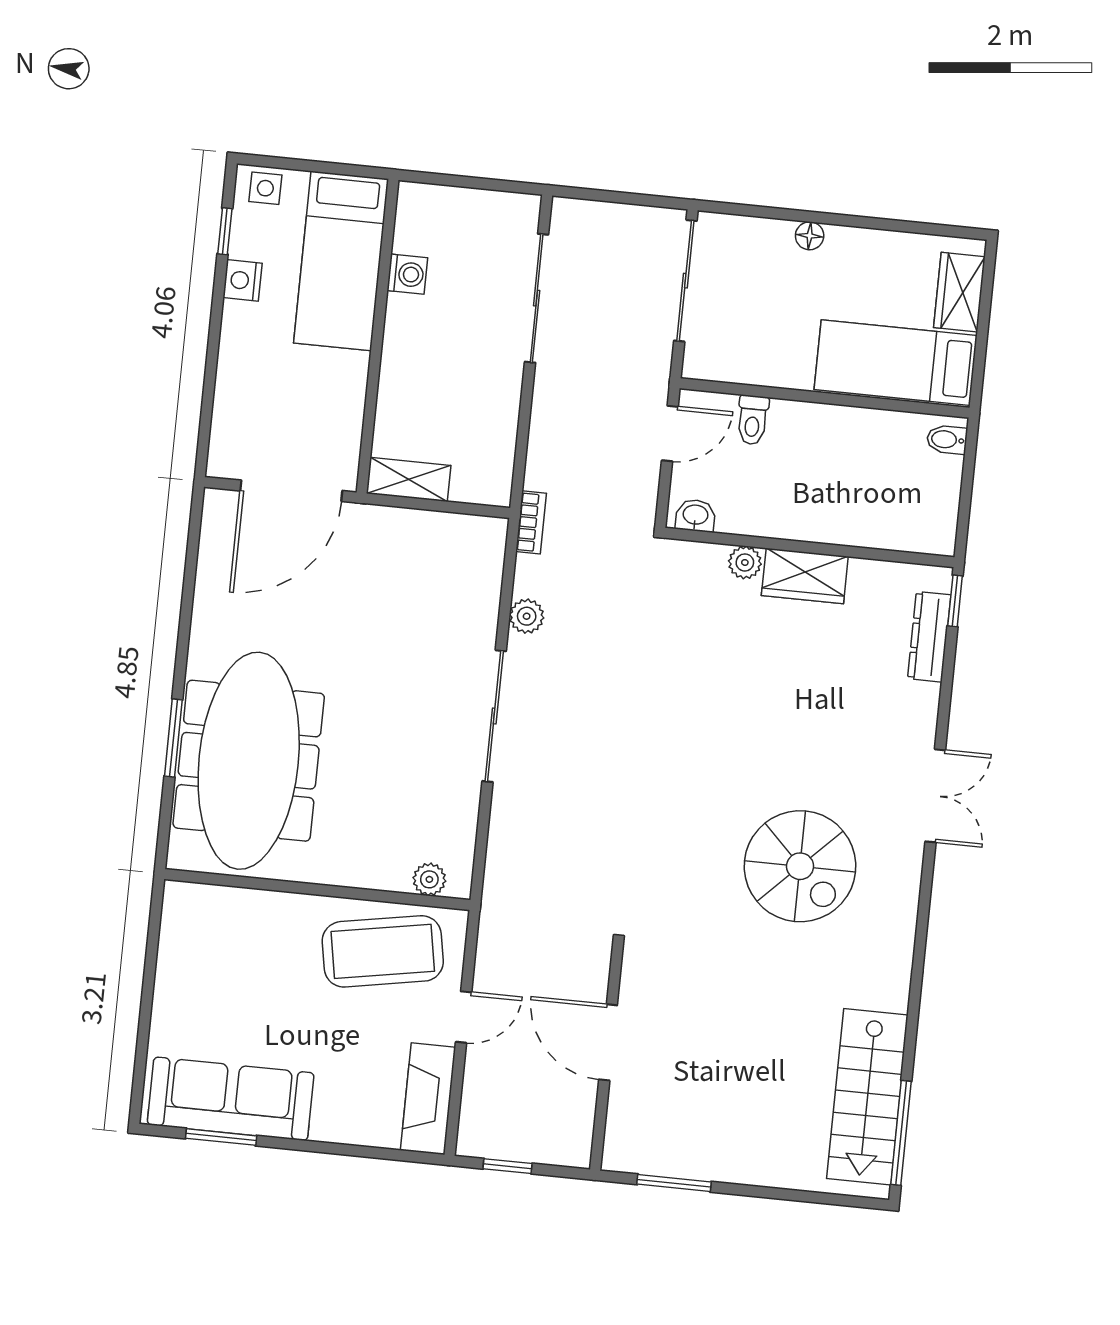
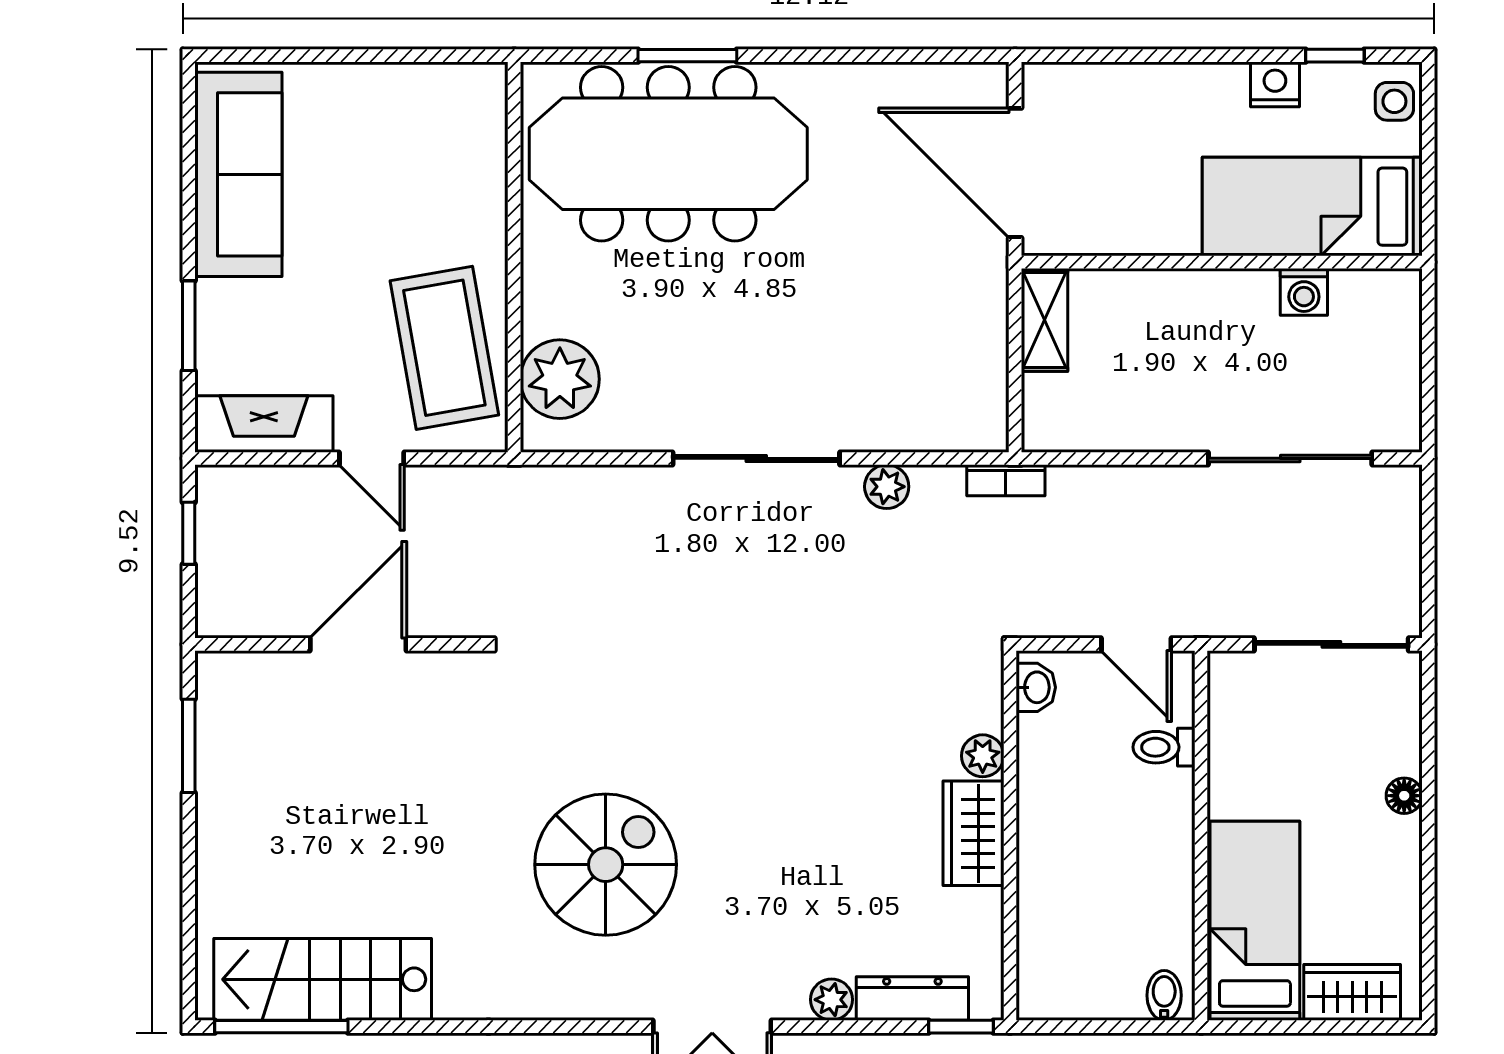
plant: (924, 700) -> (832, 1000), added
spiral stairs: (800, 866) -> (606, 865), turned 180
plant: (429, 879) -> (560, 379), width x1.87, depth x1.87
window: (221, 1137) -> (189, 326), moved

